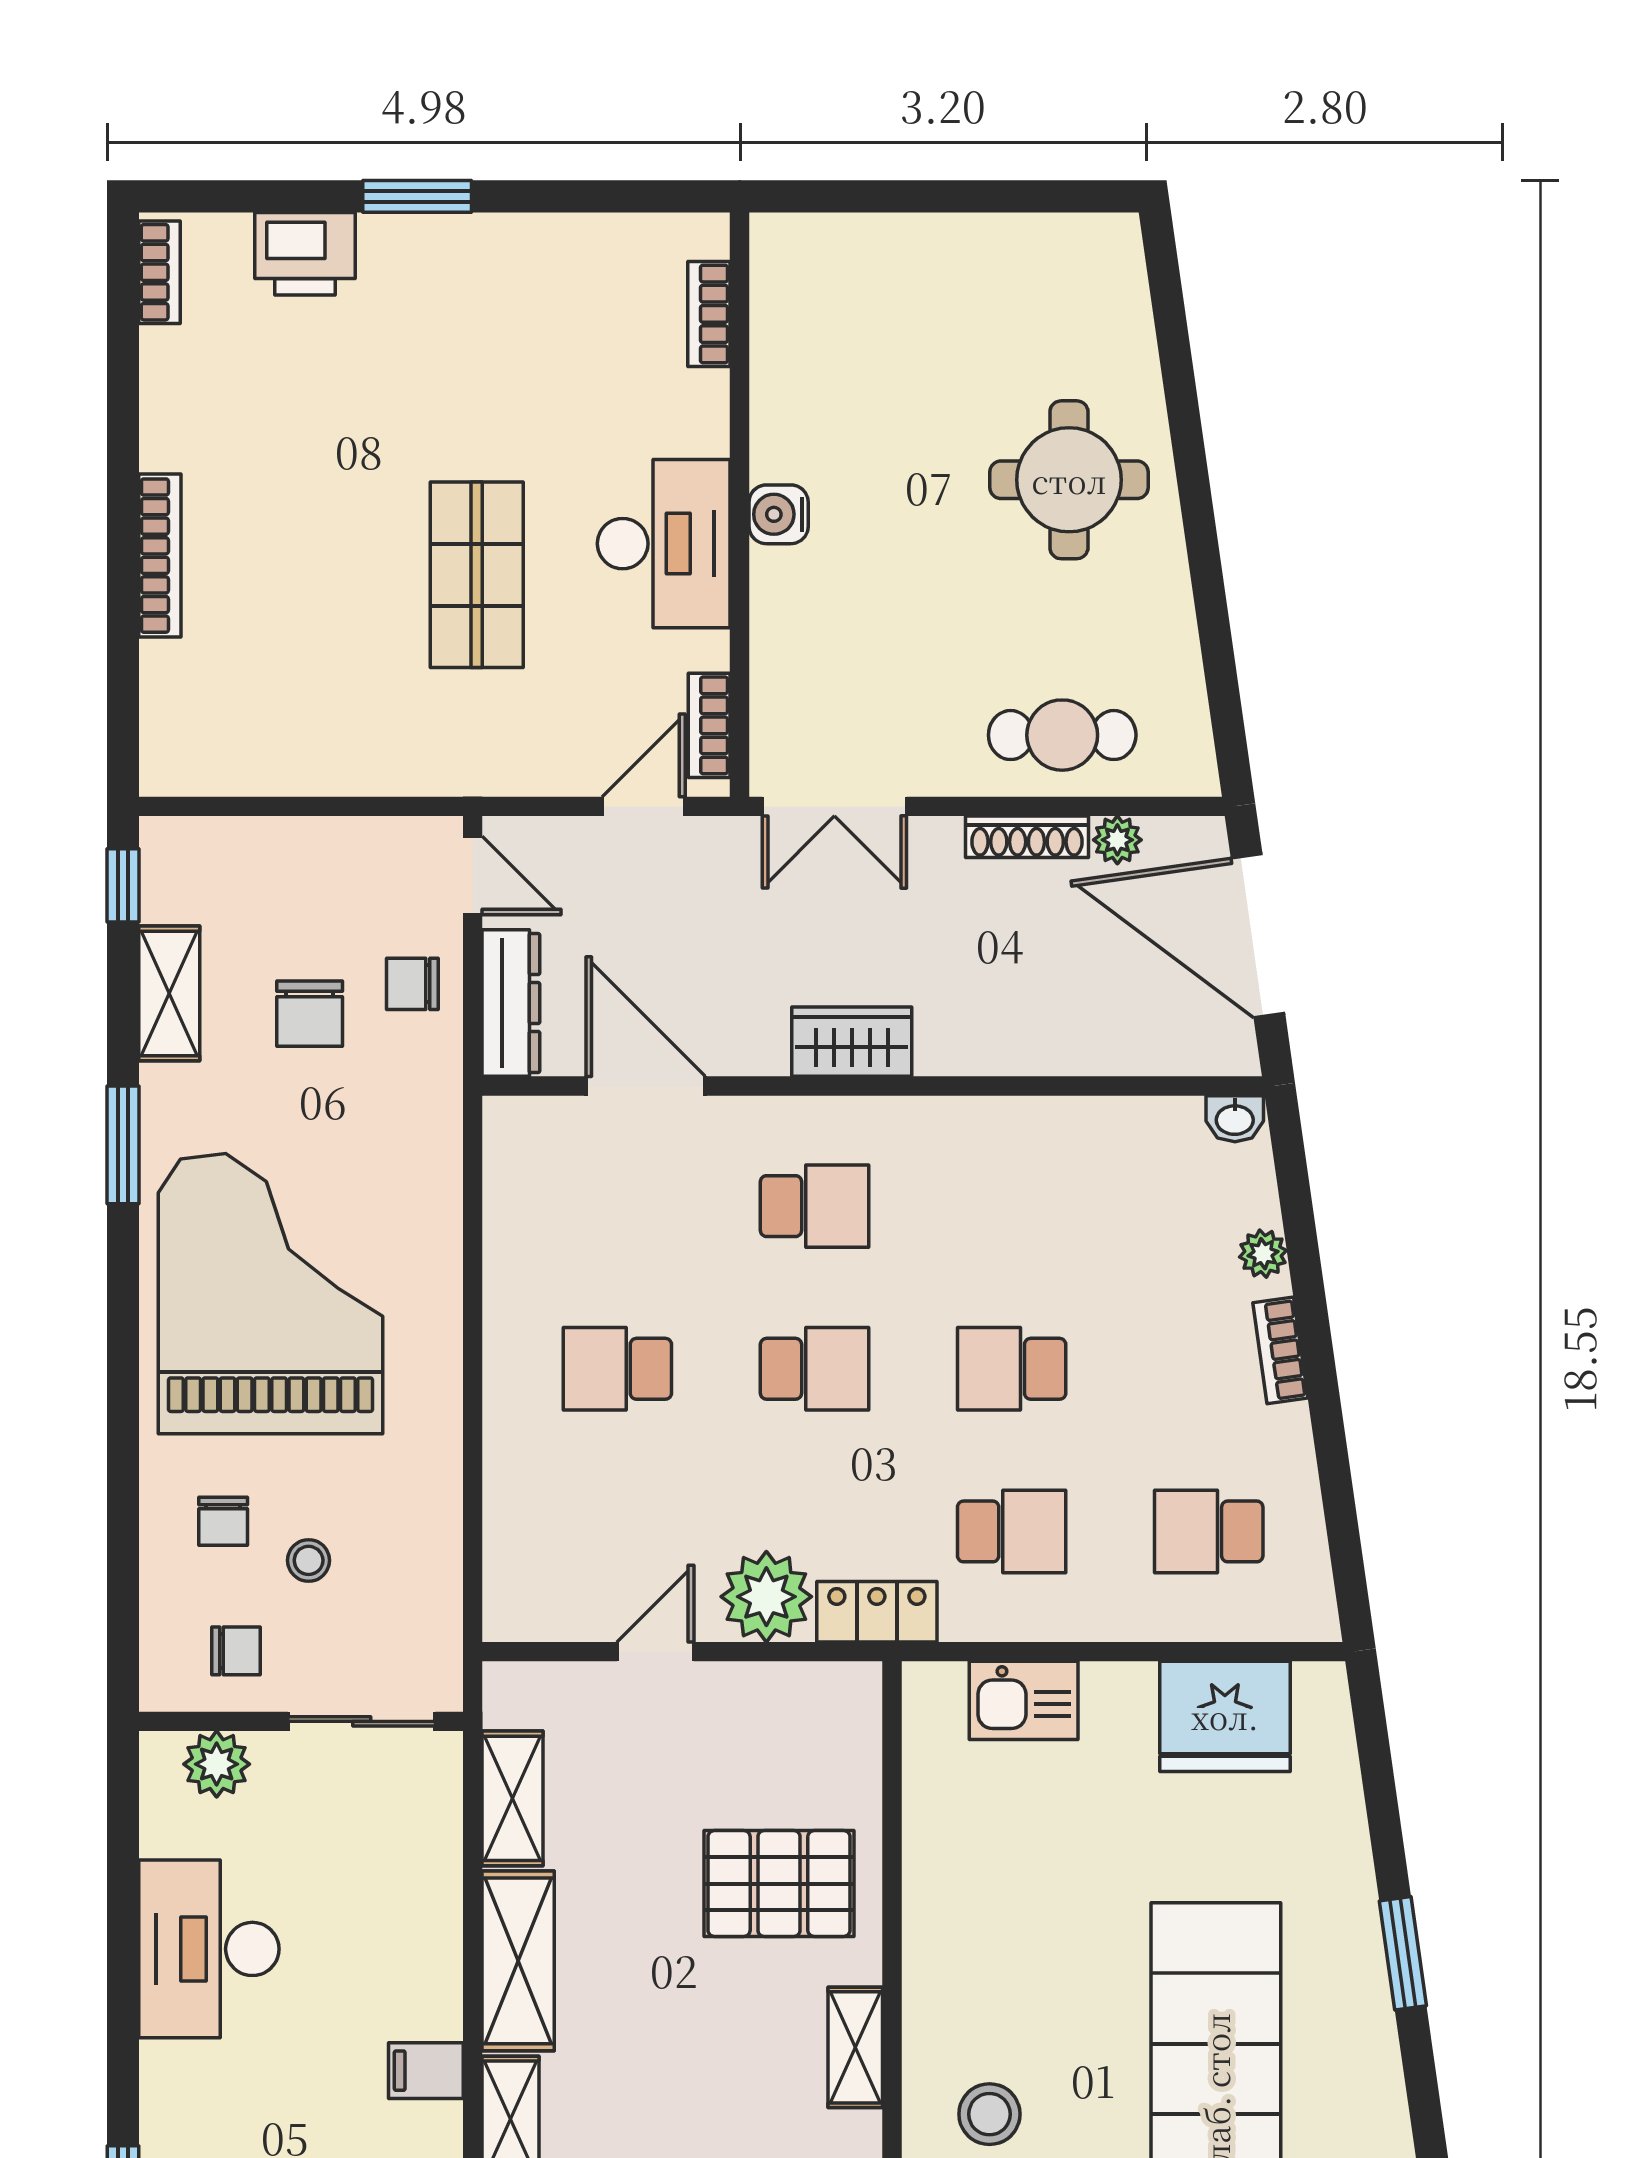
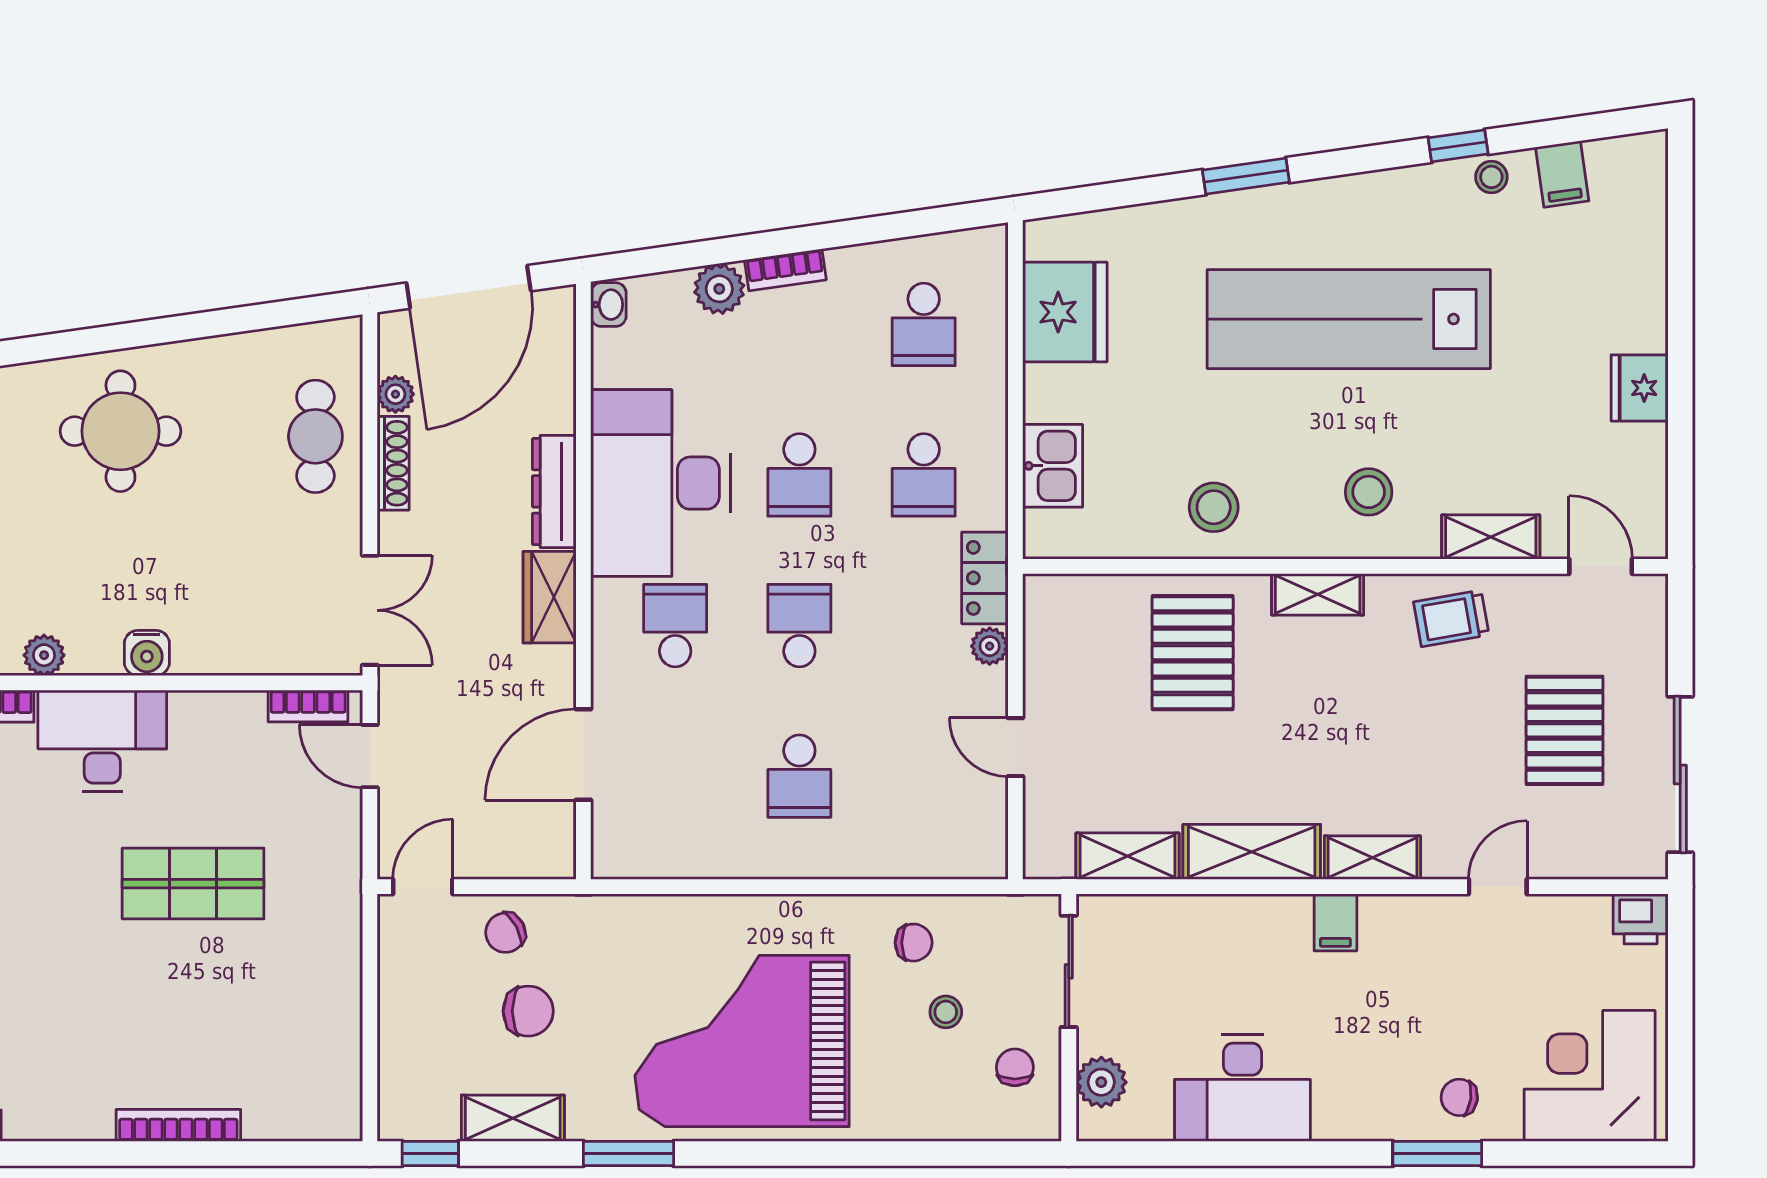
plant: (776, 380) -> (44, 655), added
desk: (664, 544) -> (102, 741), moved
chair: (412, 984) -> (505, 933), turned 62
dresser: (511, 1003) -> (554, 491), moved, turned -90
desk: (1001, 1187) -> (661, 483), added
plant: (1263, 1254) -> (719, 289), width x1.38, depth x1.38
chair: (223, 1521) -> (914, 943), moved
school desk: (1012, 1531) -> (924, 475), turned 180
plant: (766, 1597) -> (990, 646), width x0.53, depth x0.53
stool: (969, 1911) -> (1214, 507), added

